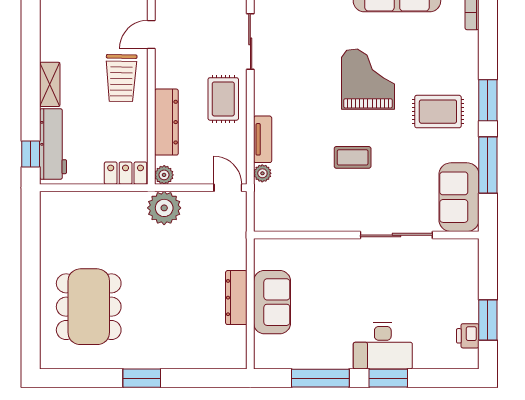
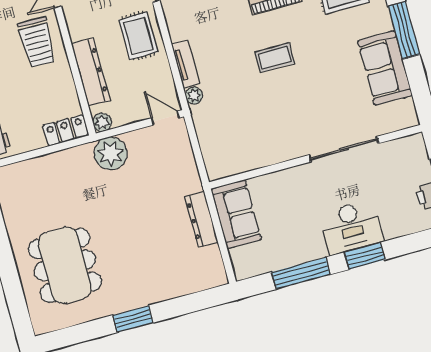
wall: (366, 235) -> (315, 157), moved
sliding door: (396, 235) -> (344, 149), moved

